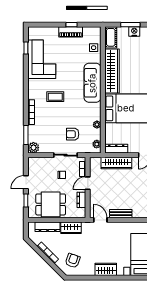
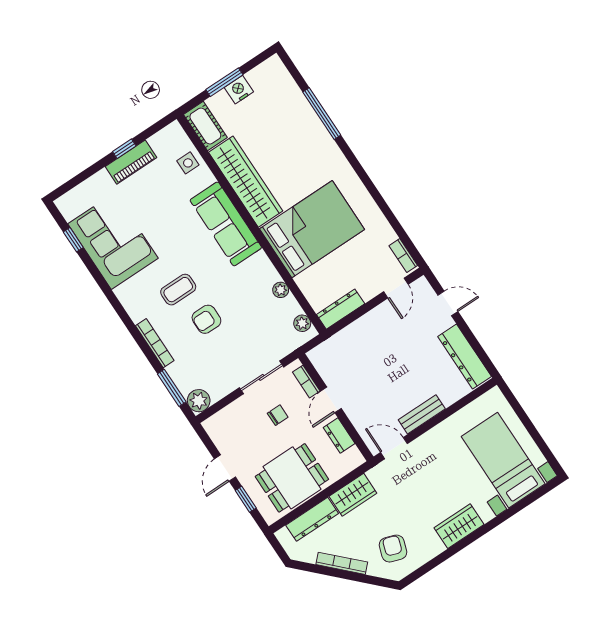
armchair: (73, 134) -> (206, 319), moved
wardrobe: (116, 163) -> (357, 333), removed

